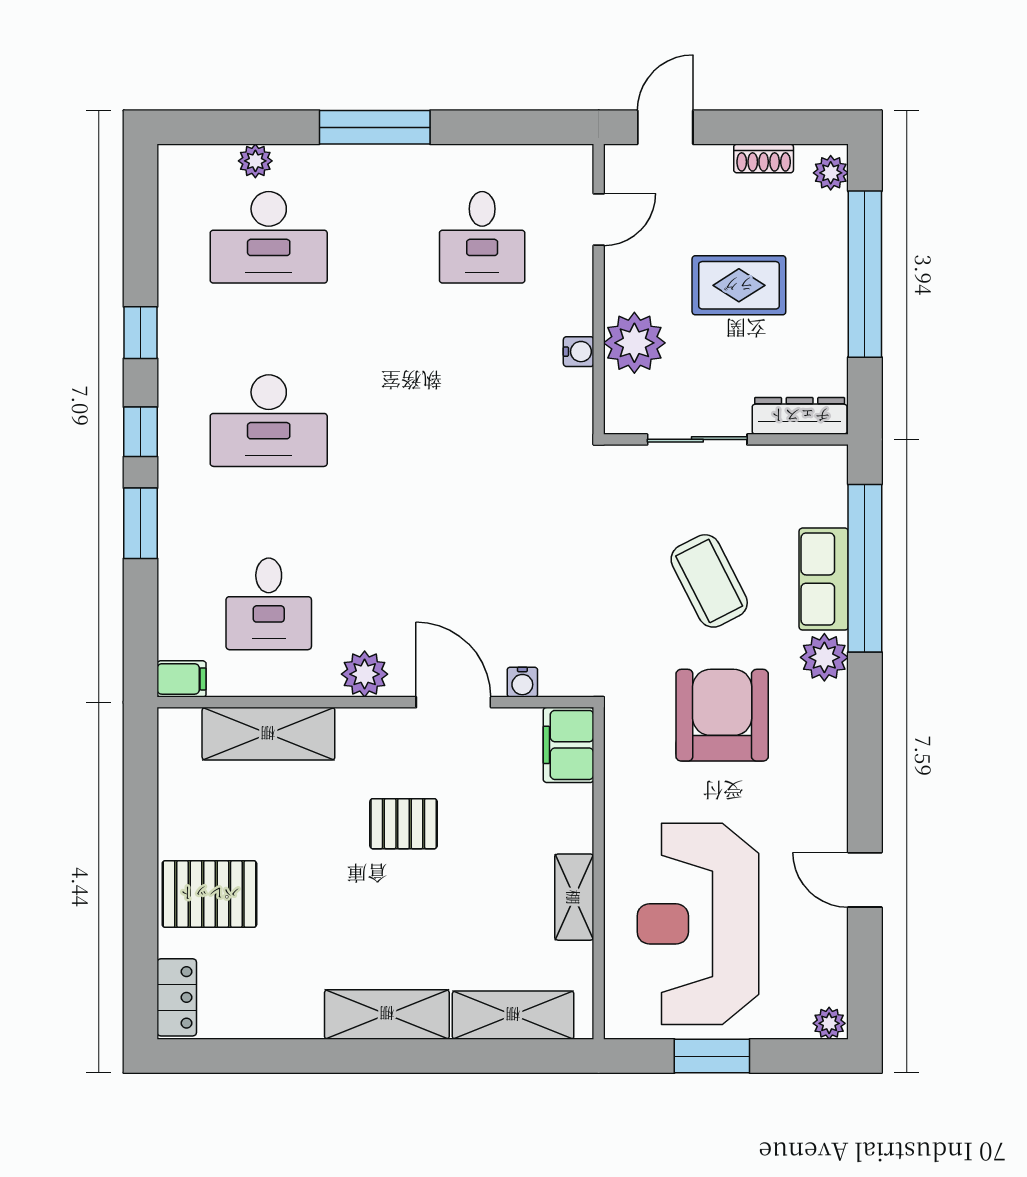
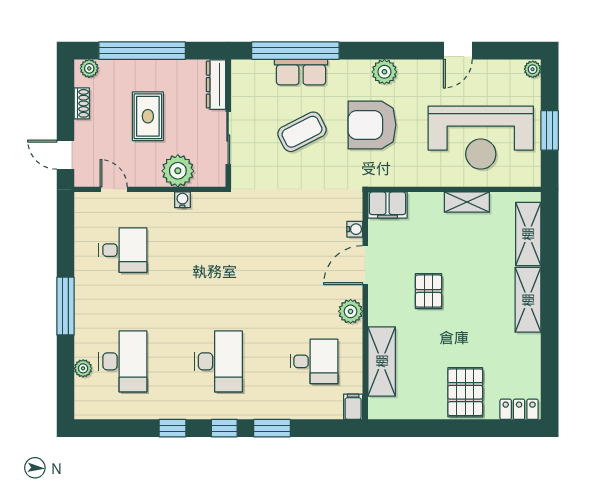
plant: (824, 657) -> (384, 72), moved

